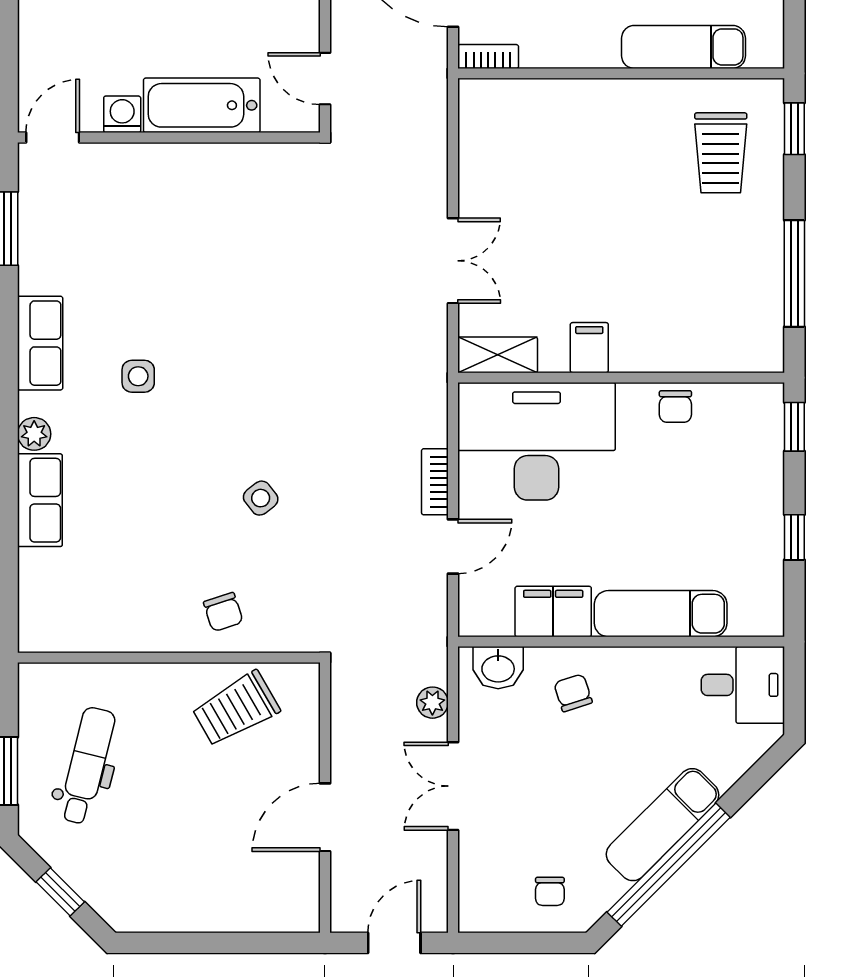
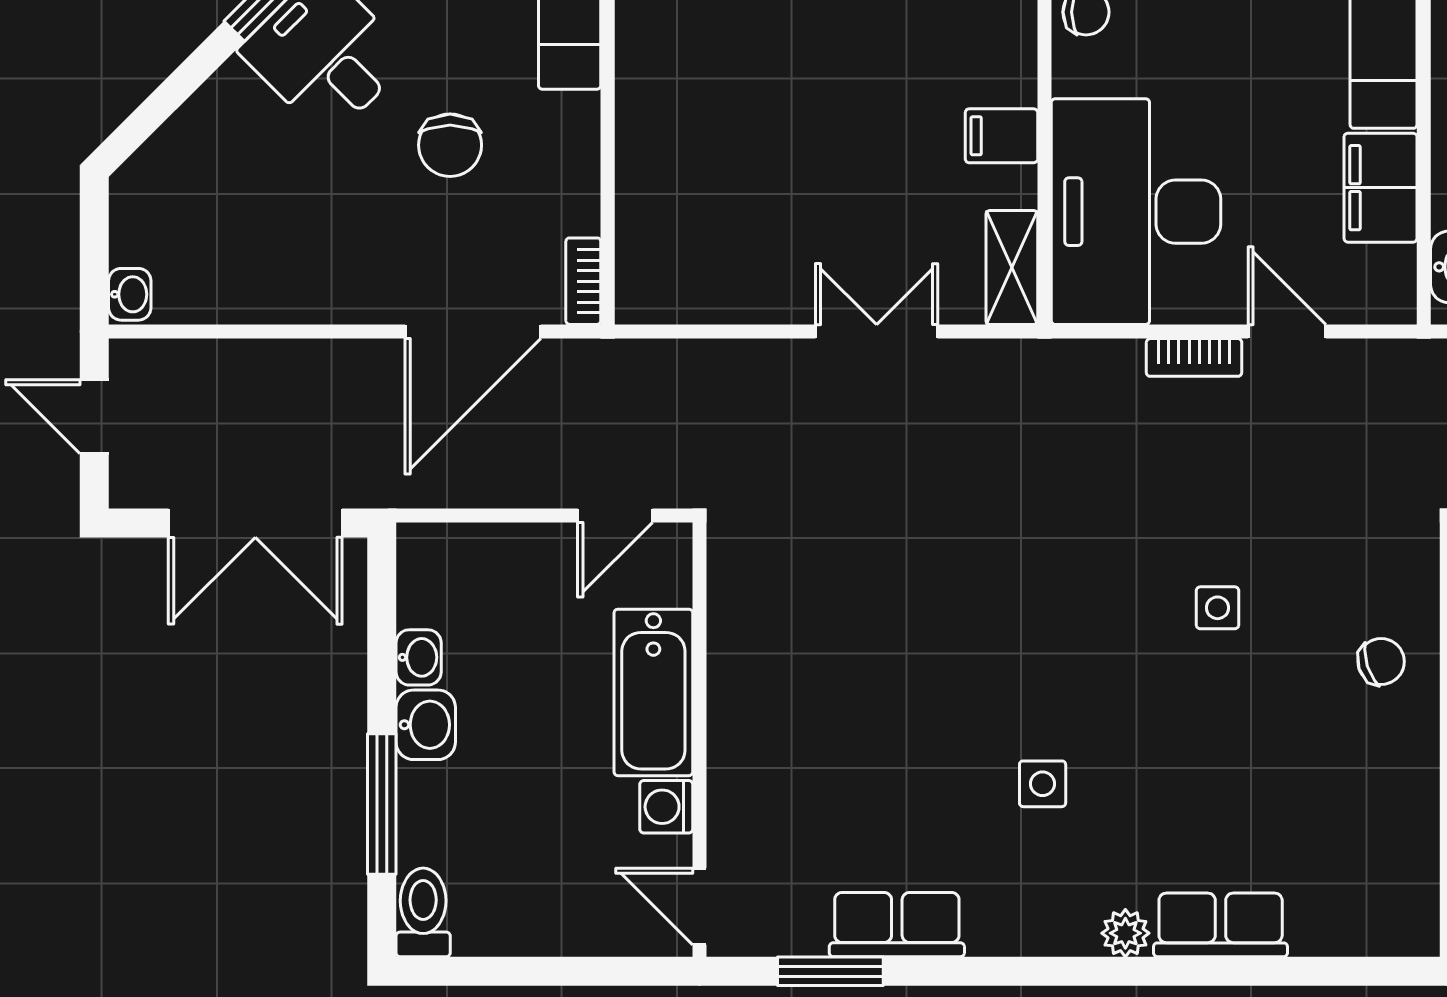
row of seats: (40, 343) -> (897, 925), moved
side table: (261, 498) -> (1217, 608), turned 38

